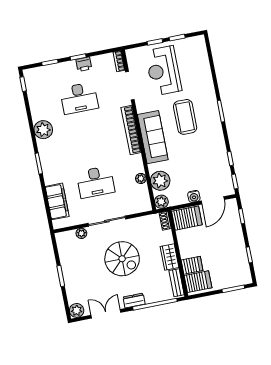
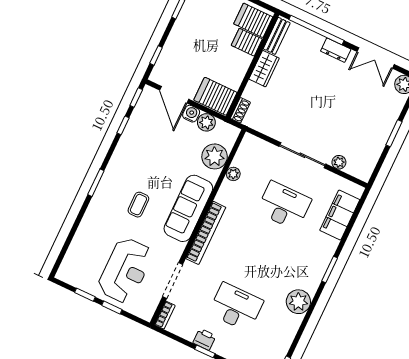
coffee table: (185, 117) -> (138, 205), width x0.54, depth x0.58
door: (213, 200) -> (174, 95), swing flipped
plant: (161, 202) -> (206, 122), moved
spiral stairs: (122, 259) -> (316, 104), removed

